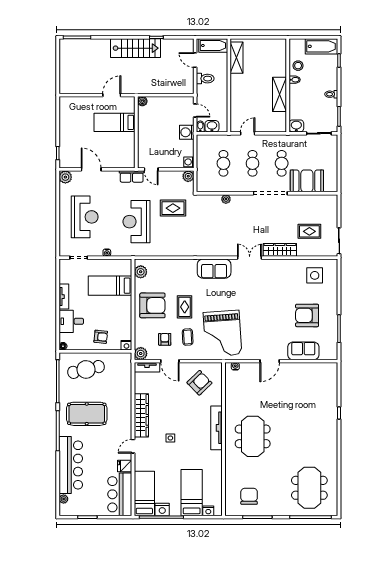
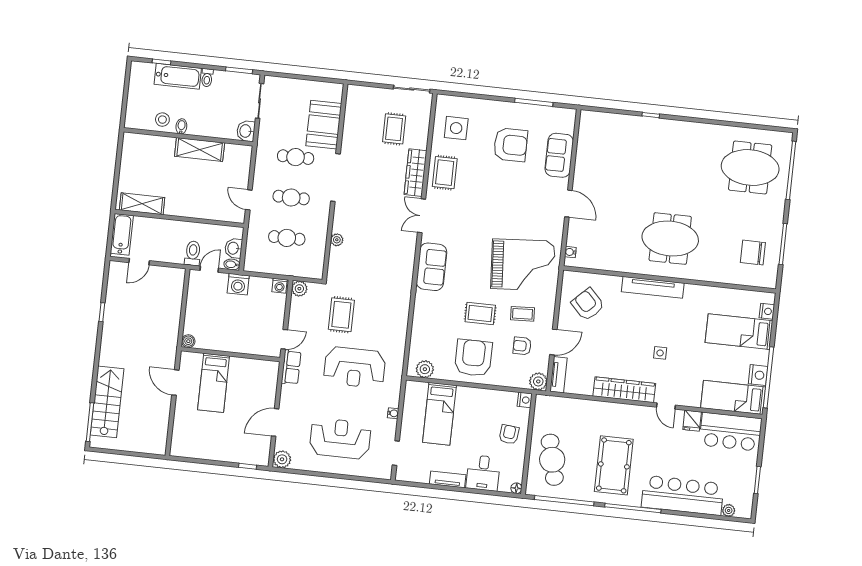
bathtub: (321, 46) -> (178, 76), moved, turned 90
stairs: (135, 48) -> (107, 402), moved
toilet: (205, 79) -> (193, 253), moved
rug: (282, 271) -> (445, 173), added
armchair: (307, 315) -> (511, 145), turned -90

